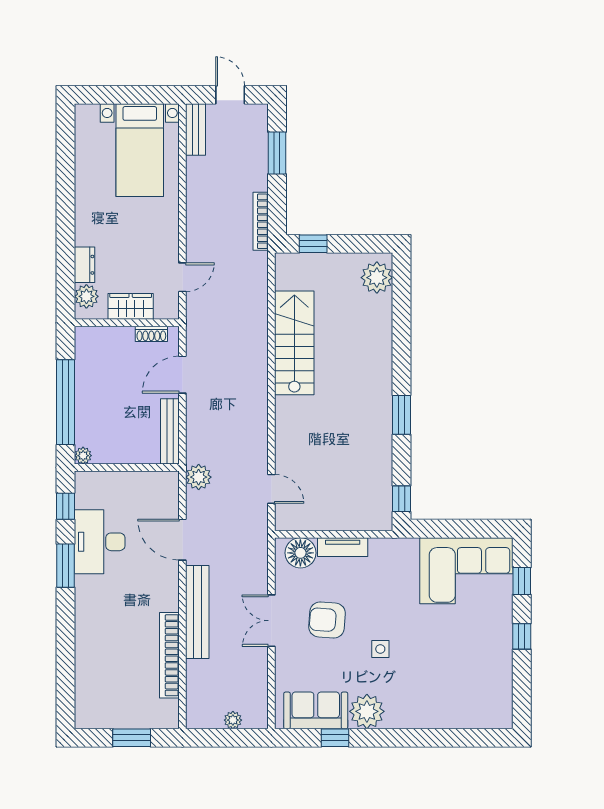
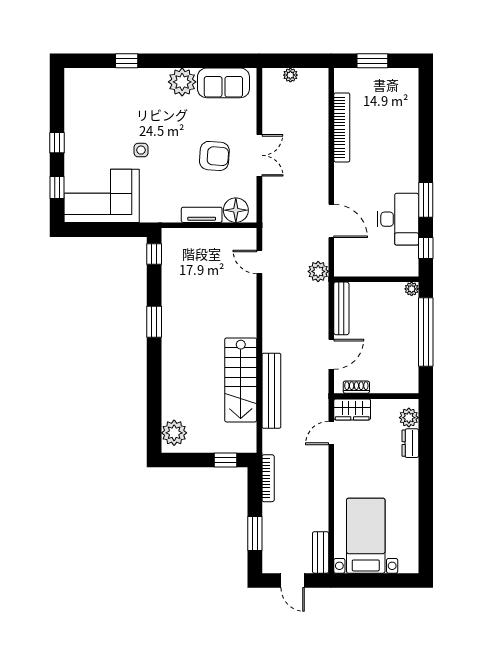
wardrobe: (131, 306) -> (352, 409), moved
bench: (197, 612) -> (271, 391), moved
side table: (380, 649) -> (141, 150), moved
window: (335, 738) -> (127, 61), moved

